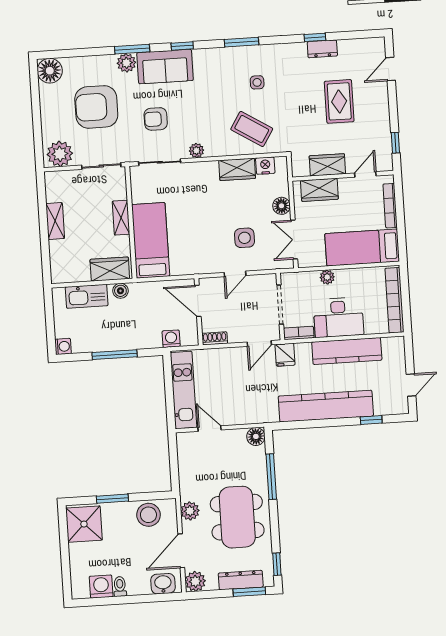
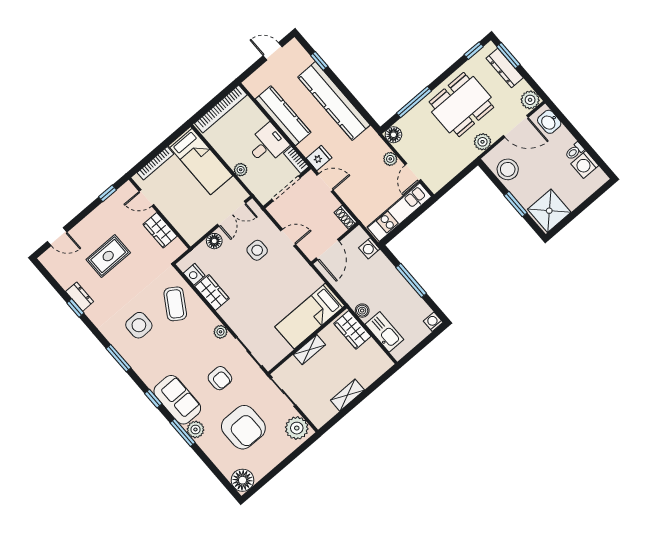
side table: (257, 82) -> (139, 325), width x1.87, depth x1.87
wardrobe: (319, 190) -> (182, 222), removed
desk: (338, 317) -> (267, 144), width x0.73
plant: (237, 417) -> (390, 159), added

